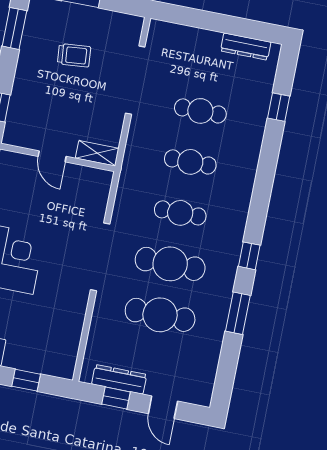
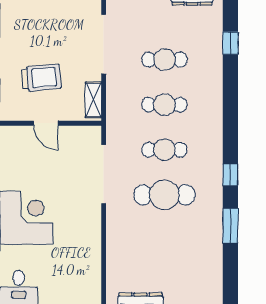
trolley: (74, 55) -> (41, 78), moved, width x1.36, depth x1.39
shelving: (97, 153) -> (93, 100), moved, turned 90
doorway: (100, 257) -> (104, 174), moved
cafe table: (160, 315) -> (164, 240), removed

